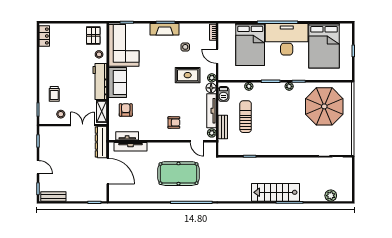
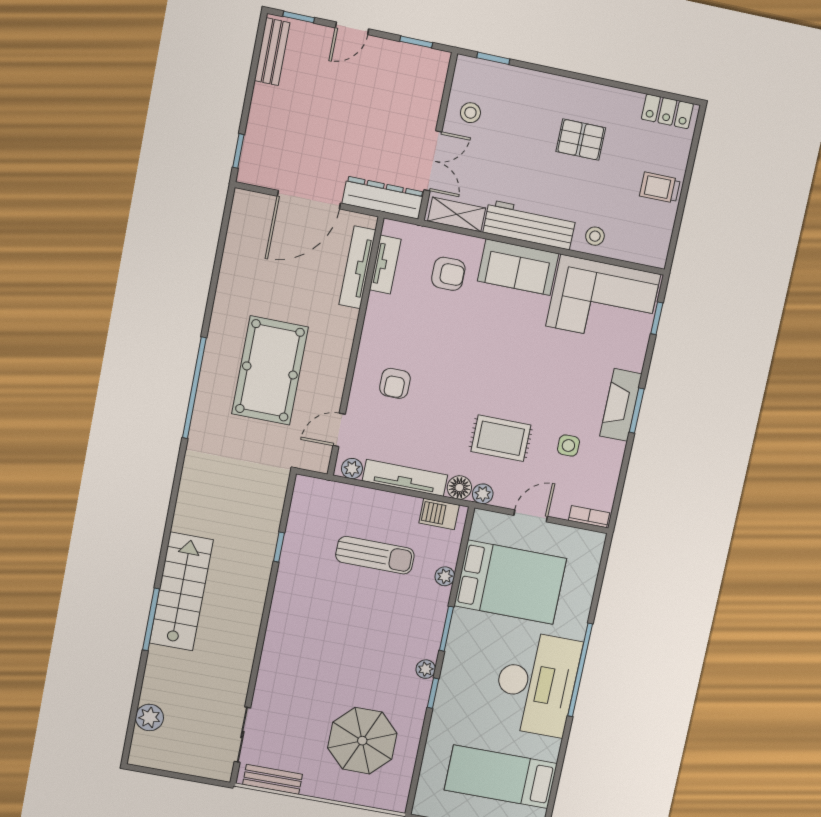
pallet: (93, 35) -> (581, 140), moved
bed: (250, 44) -> (510, 582), moved, turned 180
bed: (324, 46) -> (501, 777), width x0.67
rug: (188, 75) -> (501, 438), turned 90
trolley: (54, 94) -> (660, 188), moved
parasol: (324, 106) -> (362, 741), width x0.73, depth x0.73
bench: (223, 127) -> (273, 779), moved

